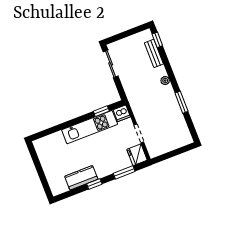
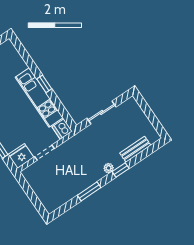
window: (157, 40) -> (121, 170), moved
sliding door: (111, 64) -> (102, 112), moved
window: (101, 111) -> (44, 84), moved

